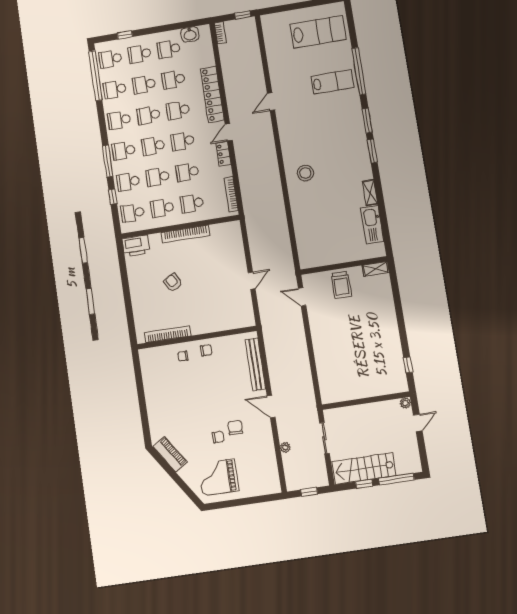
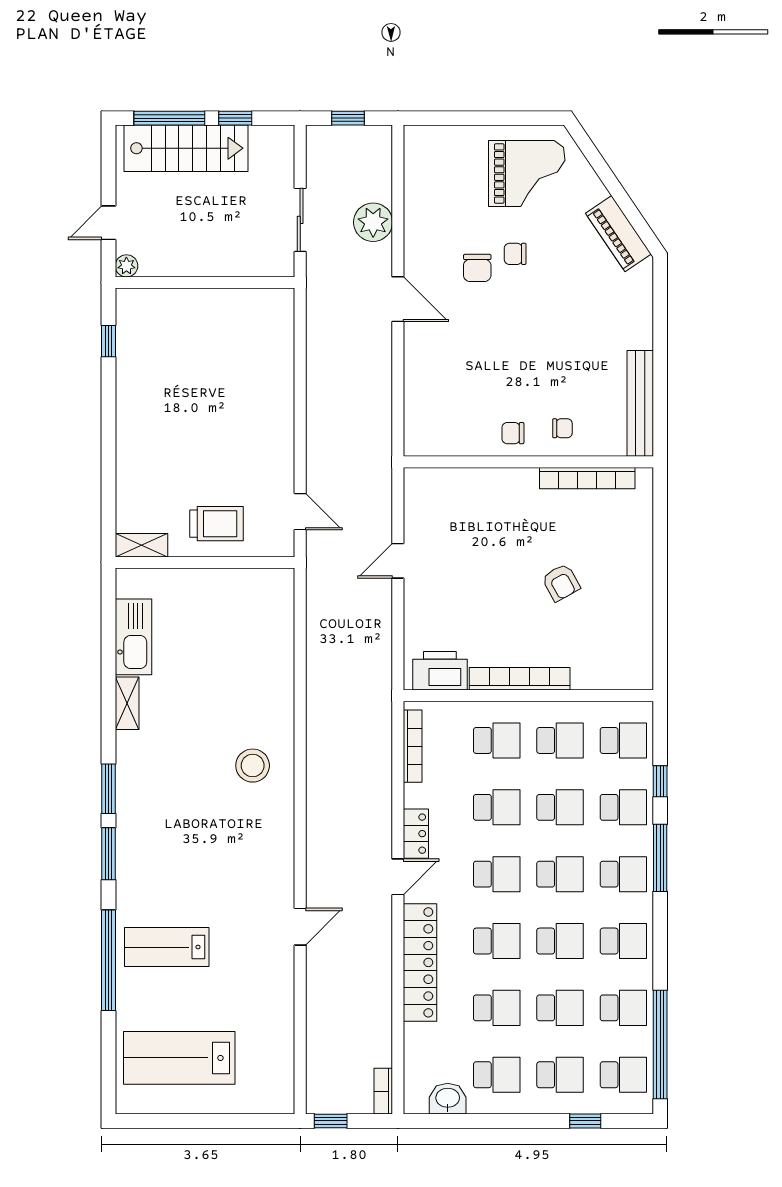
printer: (136, 246) -> (440, 671), moved
trolley: (341, 285) -> (216, 524), turned 90
bench: (255, 364) -> (640, 403), moved
plant: (285, 447) -> (373, 222), width x1.88, depth x1.88
stairs: (364, 469) -> (186, 148), moved

